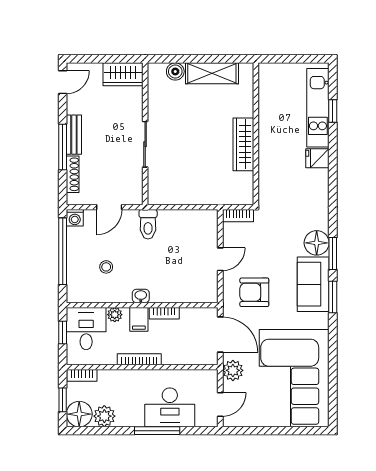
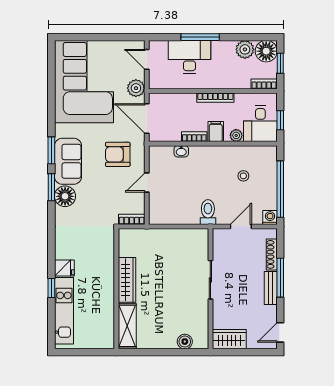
shelving: (212, 73) -> (127, 326), moved, turned 90
window: (333, 111) -> (51, 288), moved
armchair: (254, 292) -> (118, 154), turned 180
washbasin: (141, 296) -> (181, 151), moved
door: (220, 404) -> (147, 59), hinge flipped

